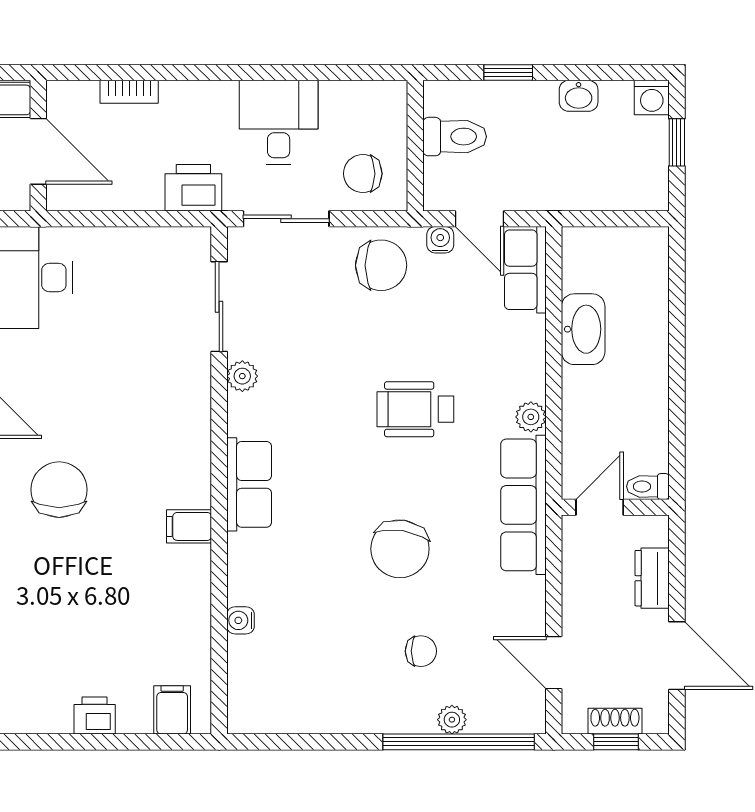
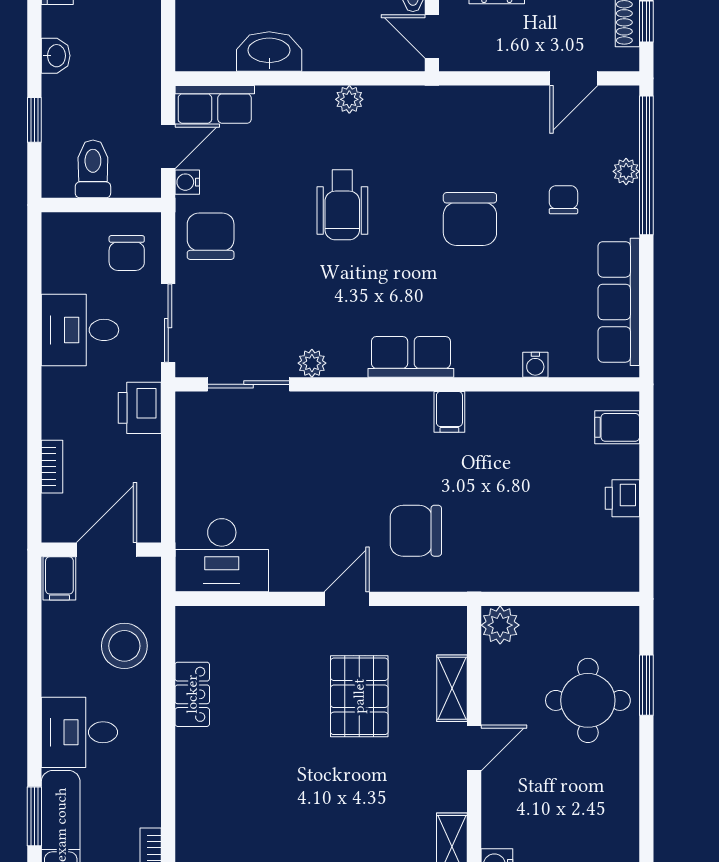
row of seats: (523, 505) -> (619, 302), moved, turned 90
chair: (400, 549) -> (470, 219), turned 81

